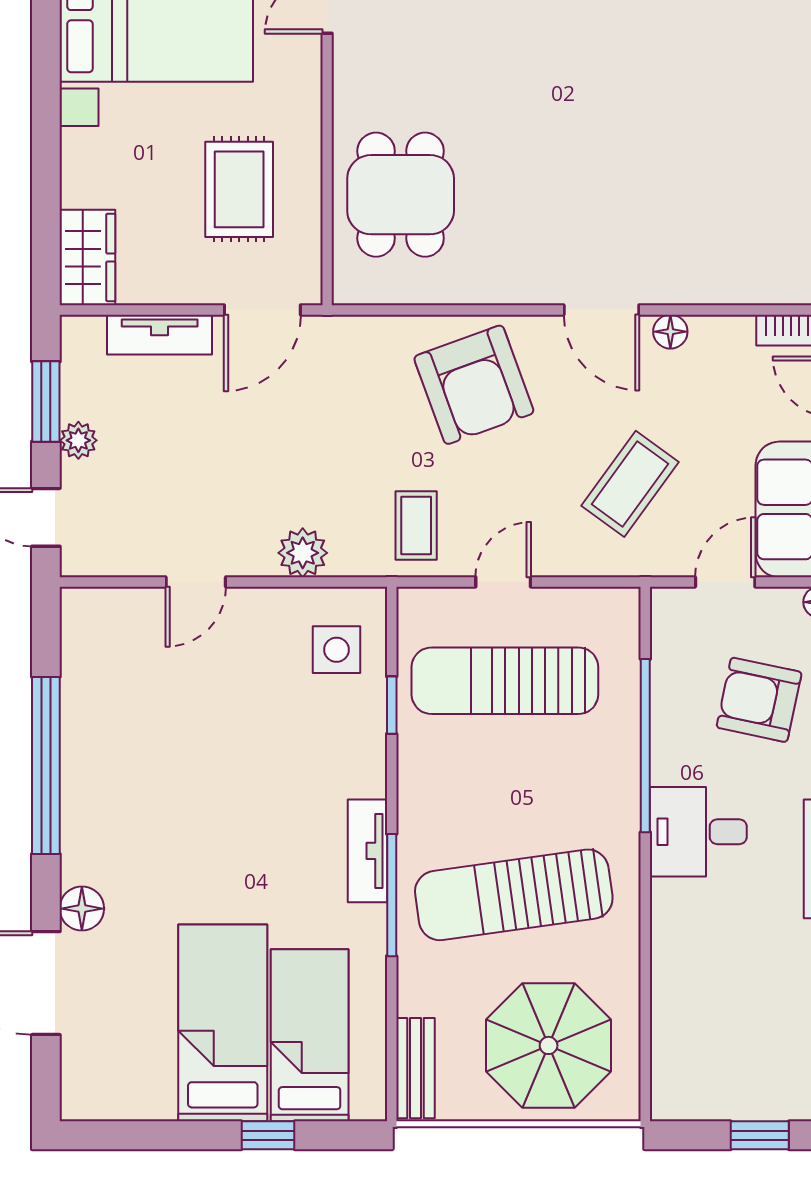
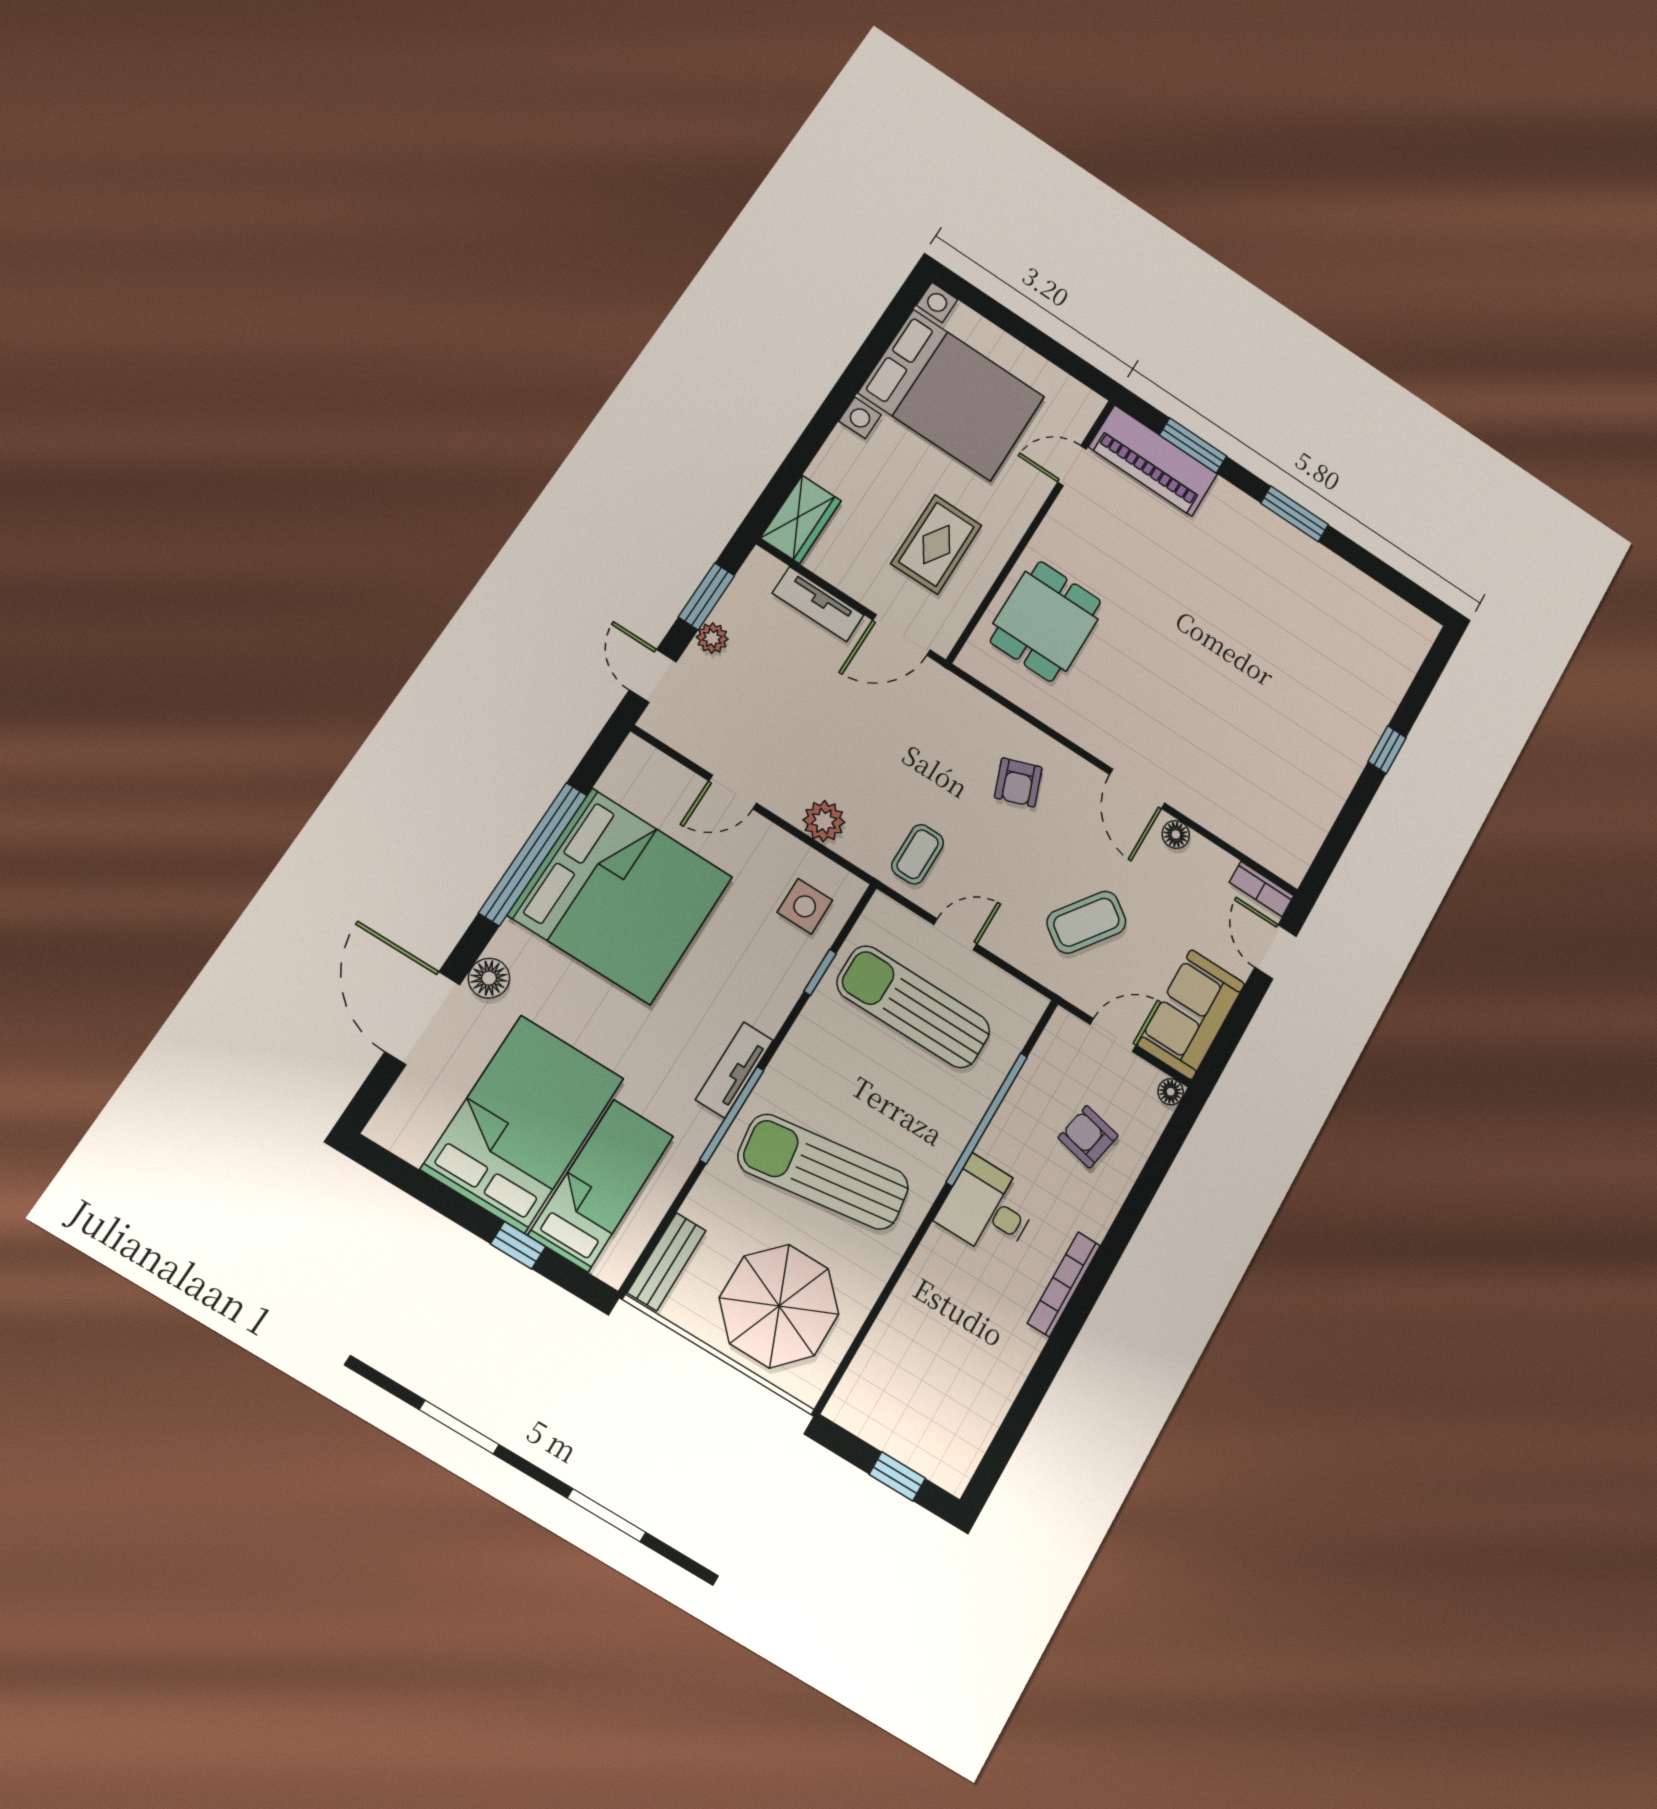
armchair: (474, 385) -> (1018, 782), width x0.53, depth x0.53
armchair: (759, 700) -> (1088, 1137), width x0.72, depth x0.72
bed: (154, 753) -> (621, 896), added
bed: (223, 1023) -> (523, 1124), width x1.50

